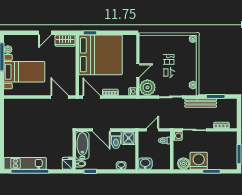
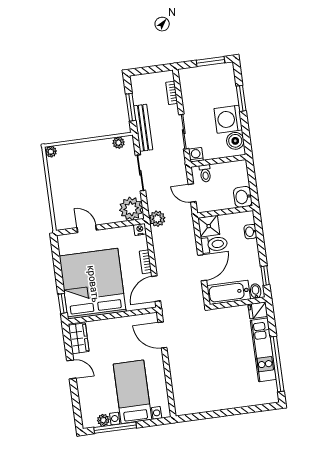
door: (138, 71) -> (87, 229), moved
door: (60, 97) -> (162, 335), hinge flipped
plant: (138, 104) -> (157, 219), added
kitchen unit: (25, 163) -> (263, 350), moved

